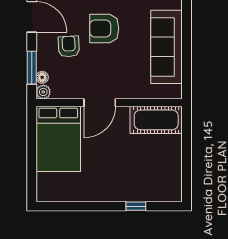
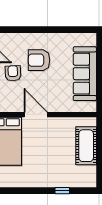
door: (100, 103) -> (36, 115), swing flipped
cot: (156, 120) -> (86, 146), moved, turned 90

